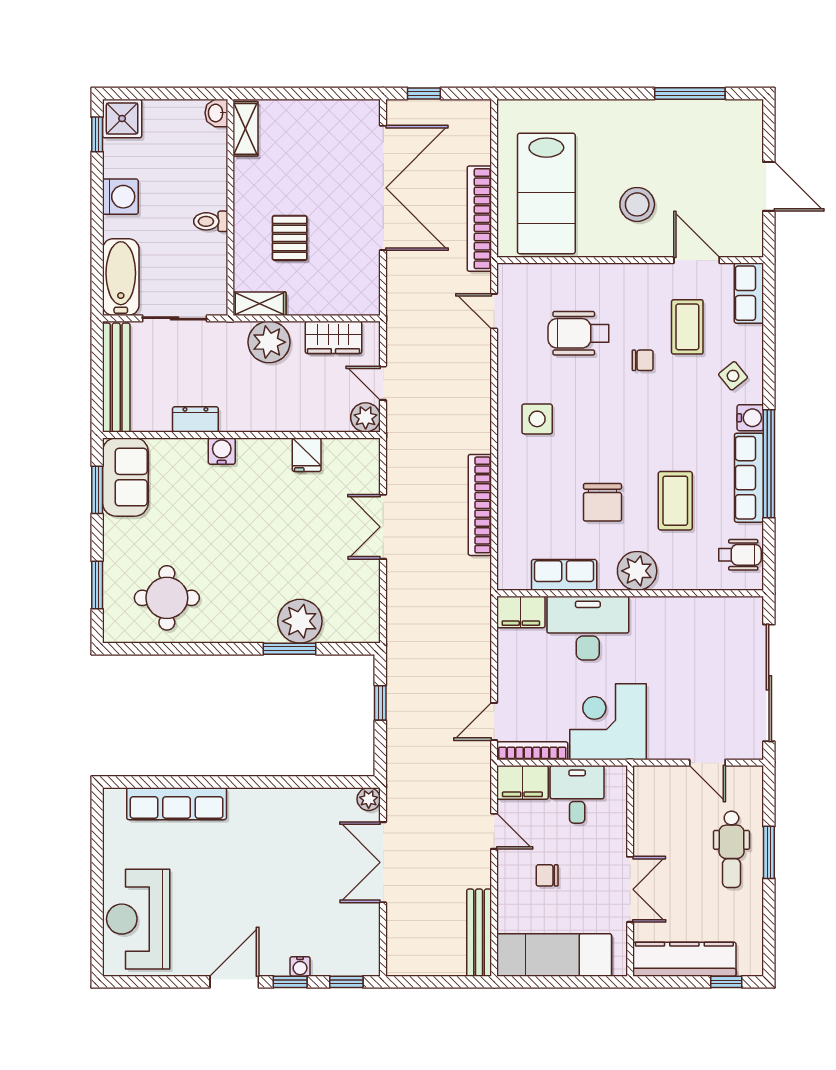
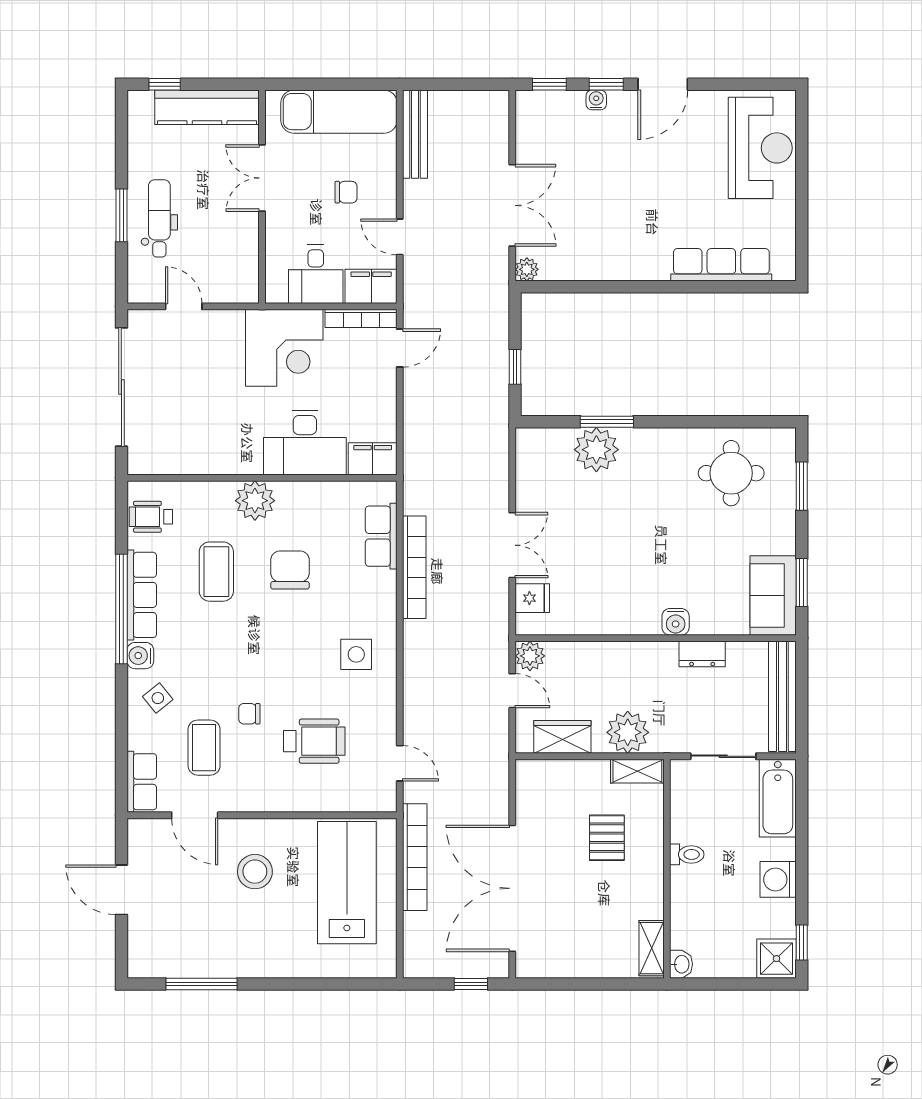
fridge: (307, 455) -> (532, 598), moved, turned 90
row of seats: (564, 575) -> (381, 536), moved, turned 90

